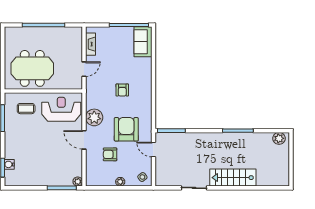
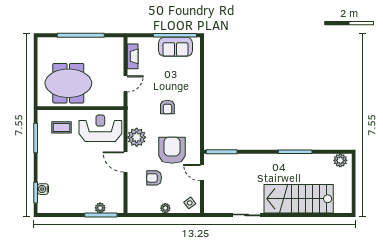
sofa: (143, 42) -> (175, 47), moved, turned -90
stairs: (233, 178) -> (299, 199), width x1.36, depth x1.51
plant: (78, 182) -> (100, 208), moved

